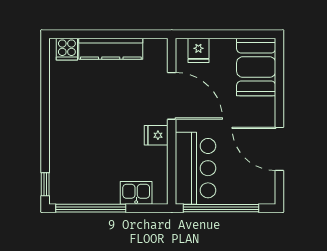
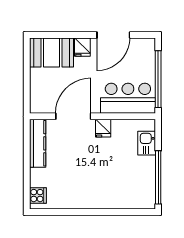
kitchen counter: (111, 49) -> (38, 143), moved
fridge: (198, 50) -> (82, 47), moved, turned 90
window: (45, 184) -> (140, 212), removed

